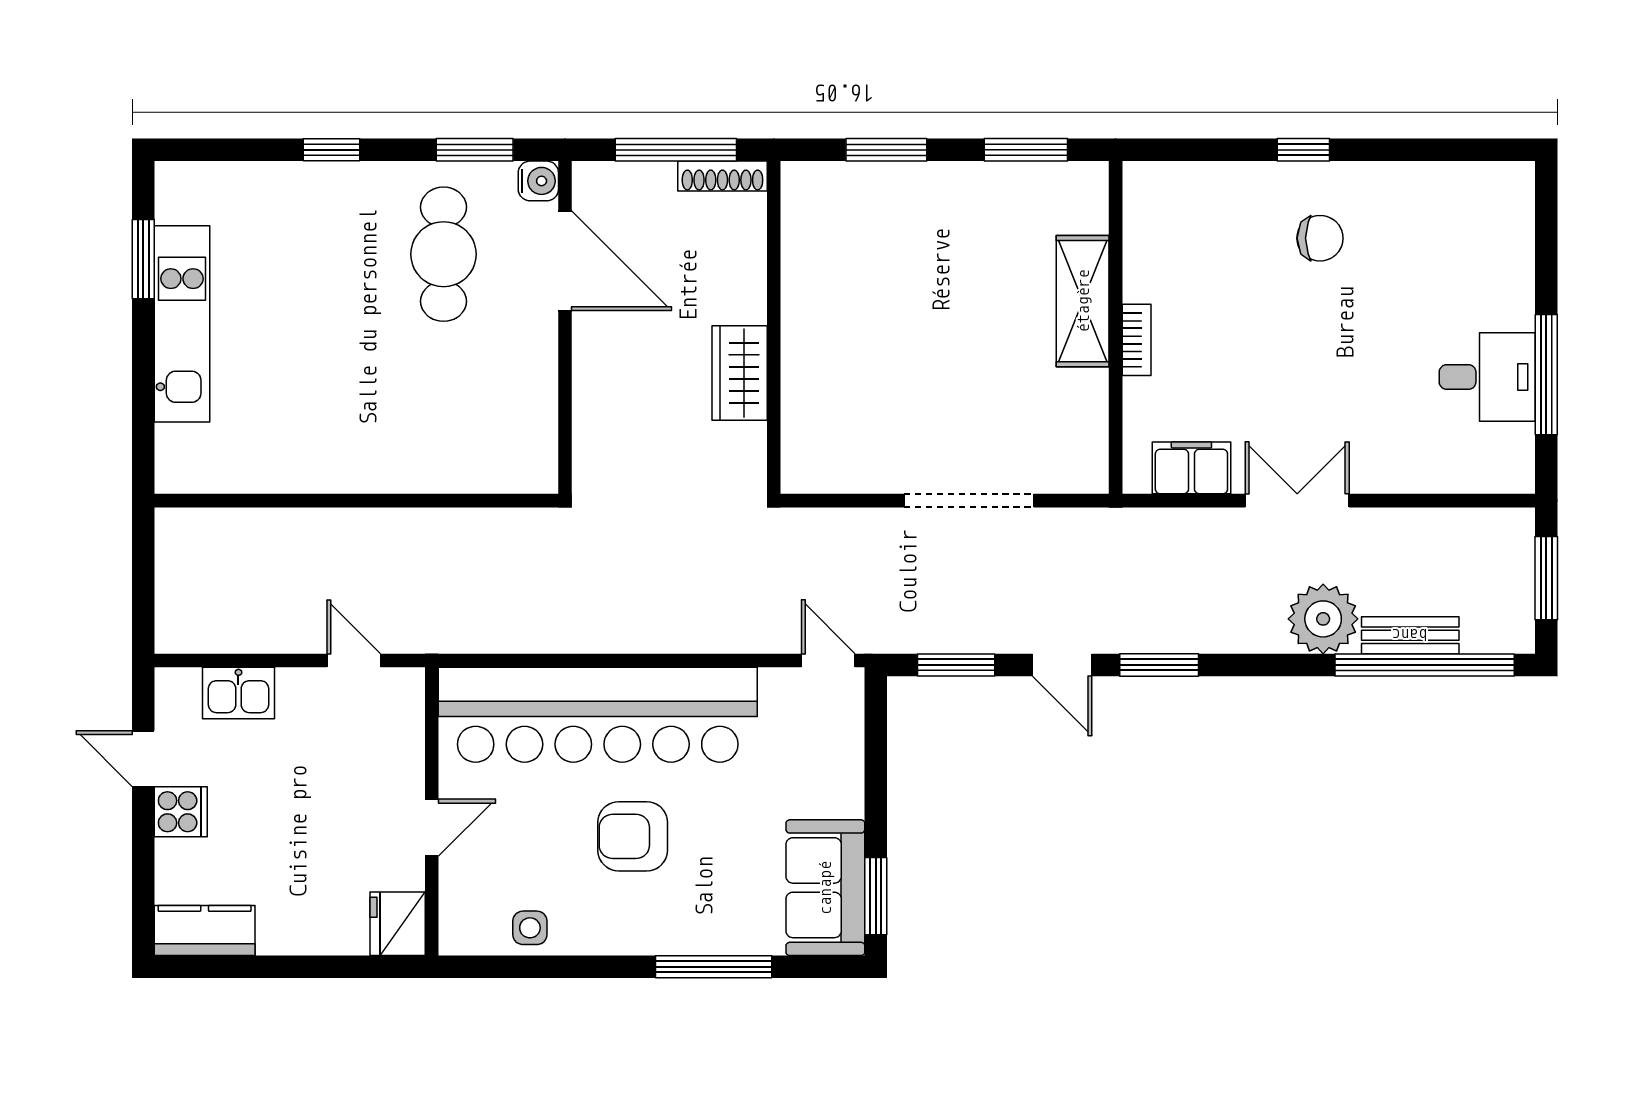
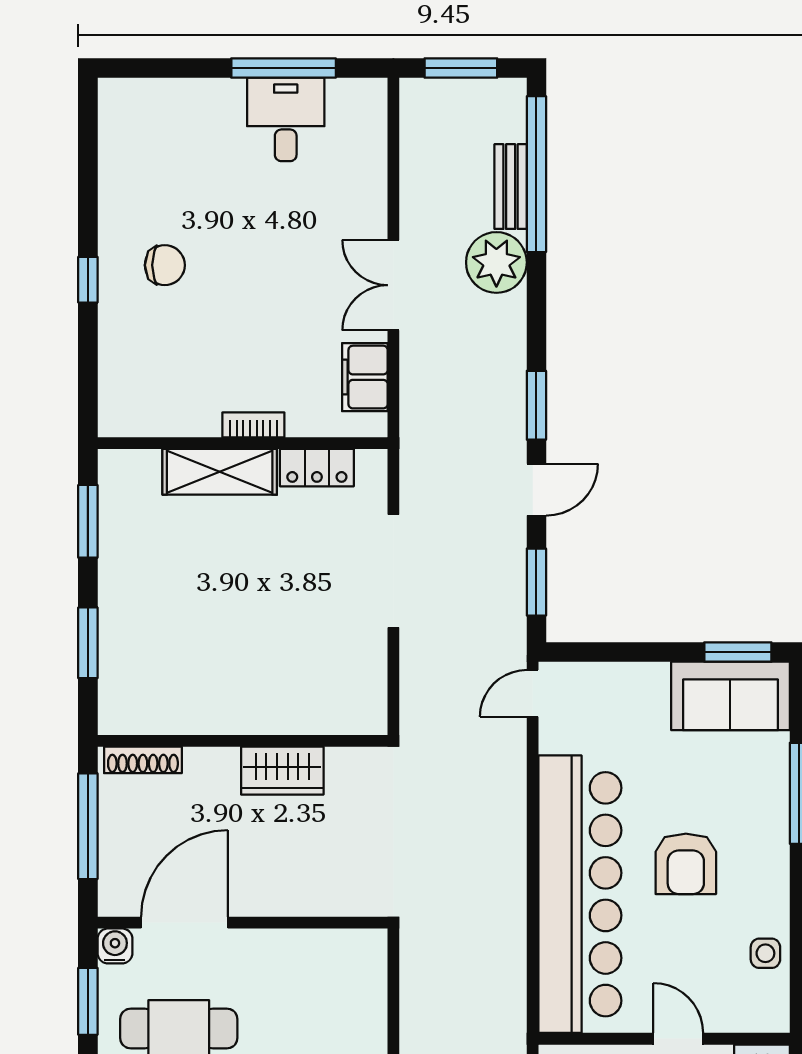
shoe rack: (722, 176) -> (143, 760), moved, turned 90
chair: (1320, 238) -> (165, 265), turned 90
locker: (1088, 413) -> (317, 468), added

